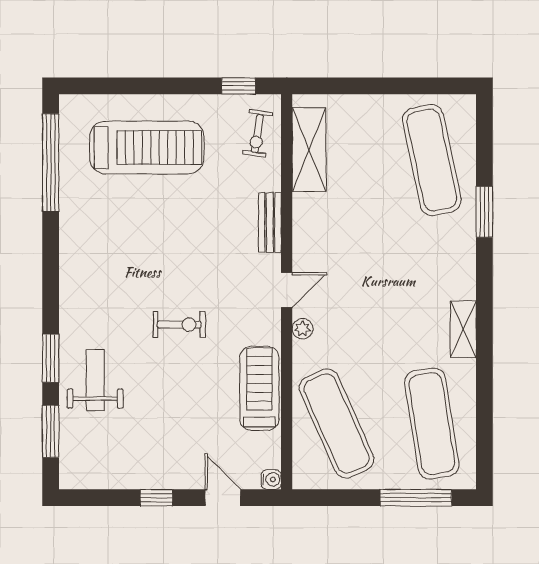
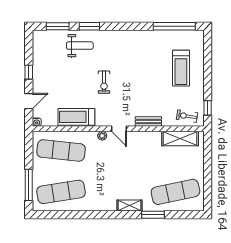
treadmill: (147, 147) -> (181, 68), width x0.73, depth x0.73
shelving: (463, 329) -> (129, 206), moved
treadmill: (259, 388) -> (76, 117), turned 180
exercise mat: (337, 424) -> (61, 150), turned 30

